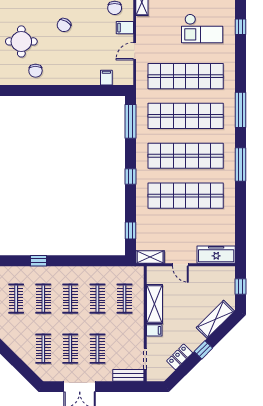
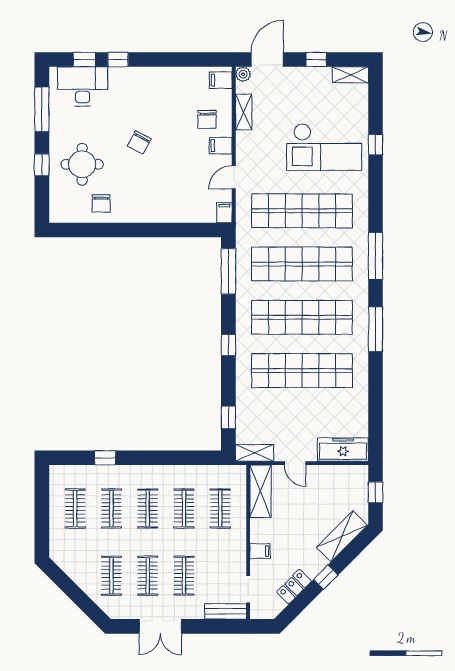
checkout: (202, 29) -> (324, 147), width x1.36, depth x1.21
filing cabinet: (106, 78) -> (224, 213), moved
shelving: (155, 304) -> (260, 491), moved

